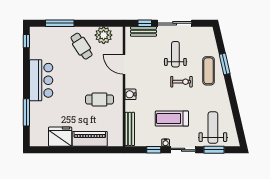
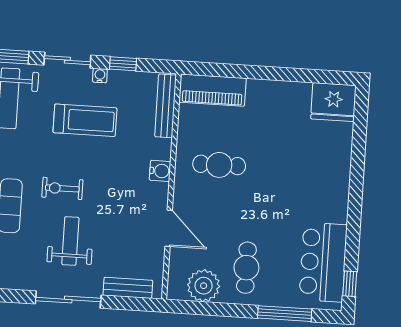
window: (145, 23) -> (125, 303), removed
cafe table: (82, 46) -> (246, 268), turned 33
weight bench: (175, 54) -> (70, 241), turned 180
bar counter: (41, 80) -> (323, 262), moved
window: (26, 112) -> (358, 149), removed
fridge: (60, 137) -> (333, 102), moved
piano: (90, 139) -> (213, 90), moved

